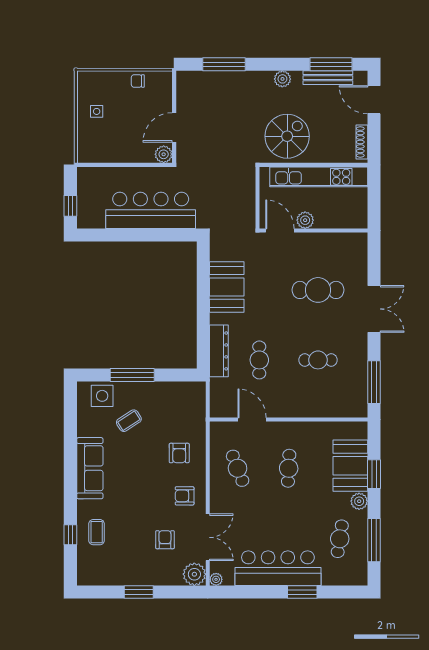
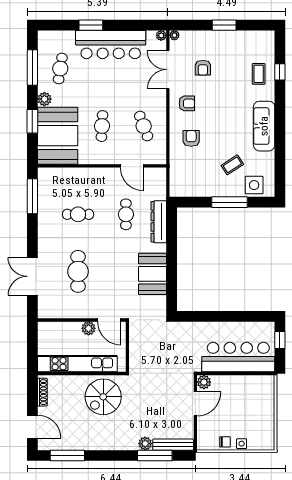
bench: (328, 78) -> (173, 445), moved
plant: (282, 79) -> (145, 444), moved
side table: (97, 111) -> (242, 444), moved
bar counter: (151, 210) -> (238, 357), moved, turned 180
cafe table: (318, 290) -> (78, 271), turned 90
double door: (374, 309) -> (32, 276), moved
booth: (350, 466) -> (58, 136), width x1.36, depth x1.42
plant: (194, 574) -> (174, 35), width x0.53, depth x0.53

